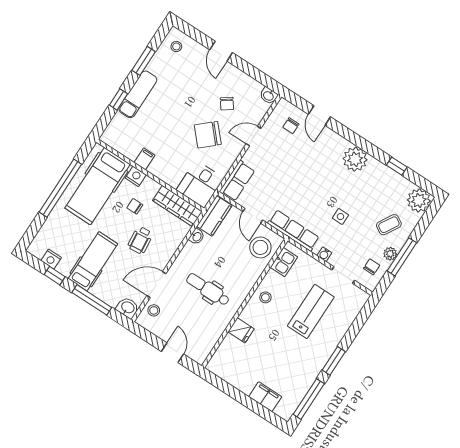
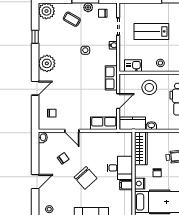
door: (319, 115) -> (35, 88), moved
chair: (208, 135) -> (86, 178), moved
desk: (200, 184) -> (120, 168), moved
row of seats: (293, 230) -> (111, 78), width x0.68
stool: (260, 247) -> (149, 87), moved

